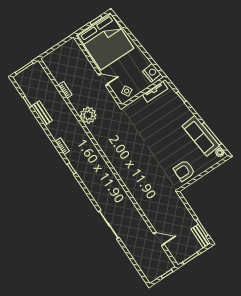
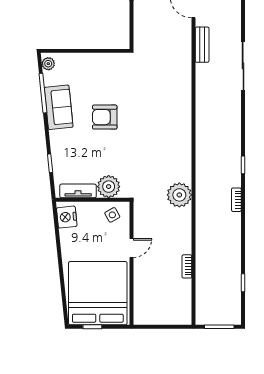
door: (103, 79) -> (131, 248), swing flipped
plant: (139, 106) -> (109, 187), added
bench: (42, 113) -> (202, 45), moved
plant: (88, 115) -> (179, 195), moved
sofa: (201, 136) -> (59, 107), width x0.73
armchair: (184, 171) -> (105, 117), moved, turned 180

